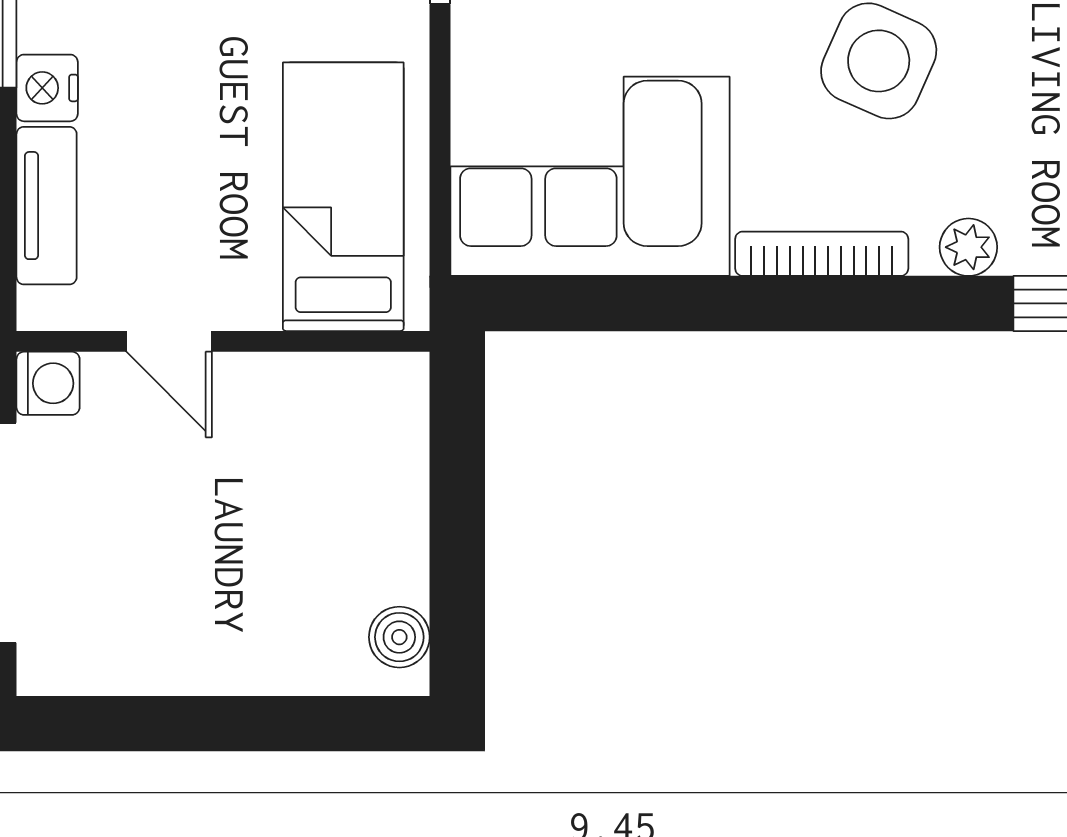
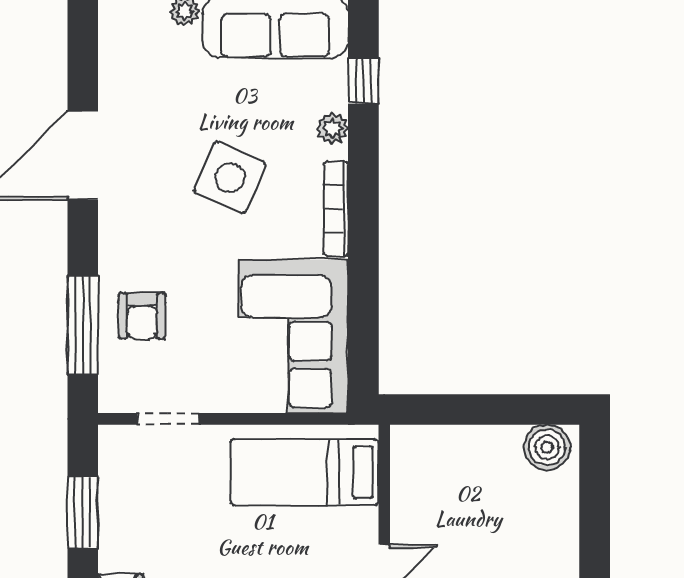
boiler: (399, 637) -> (547, 447), width x1.36, depth x1.36

